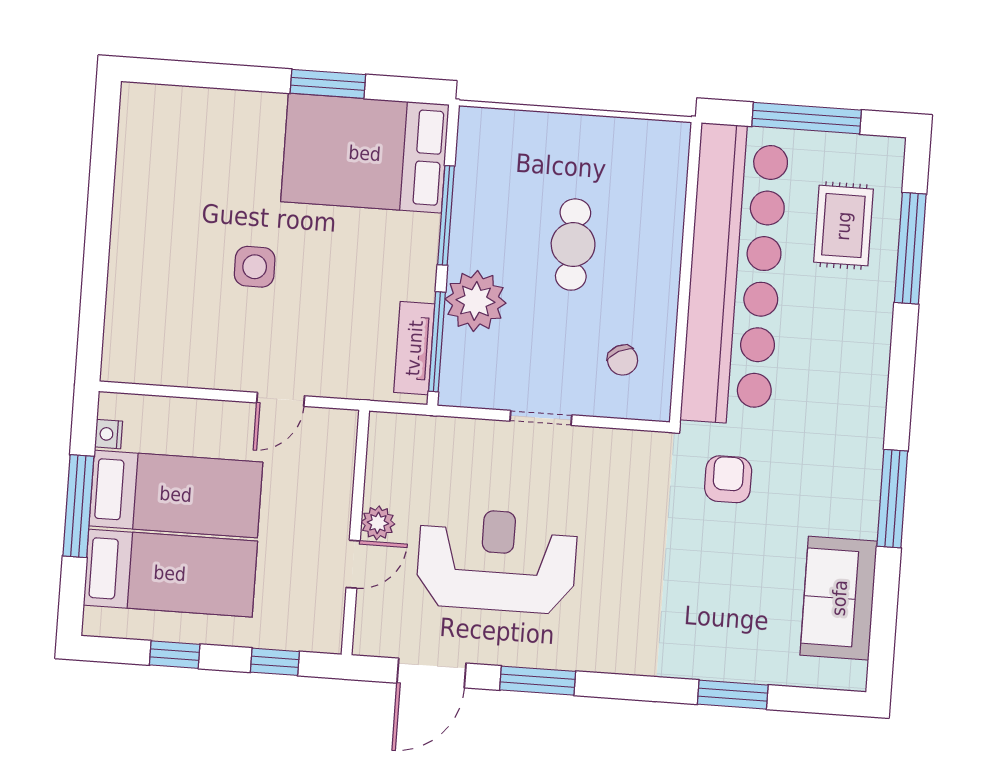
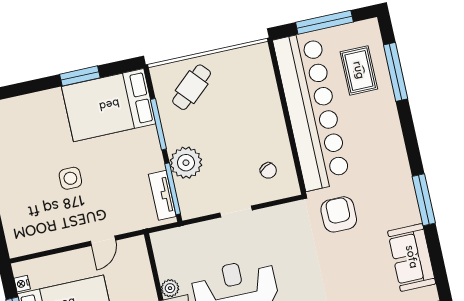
cafe table: (573, 245) -> (192, 87), moved, turned 48
armchair: (728, 479) -> (339, 214), width x1.38, depth x1.38

